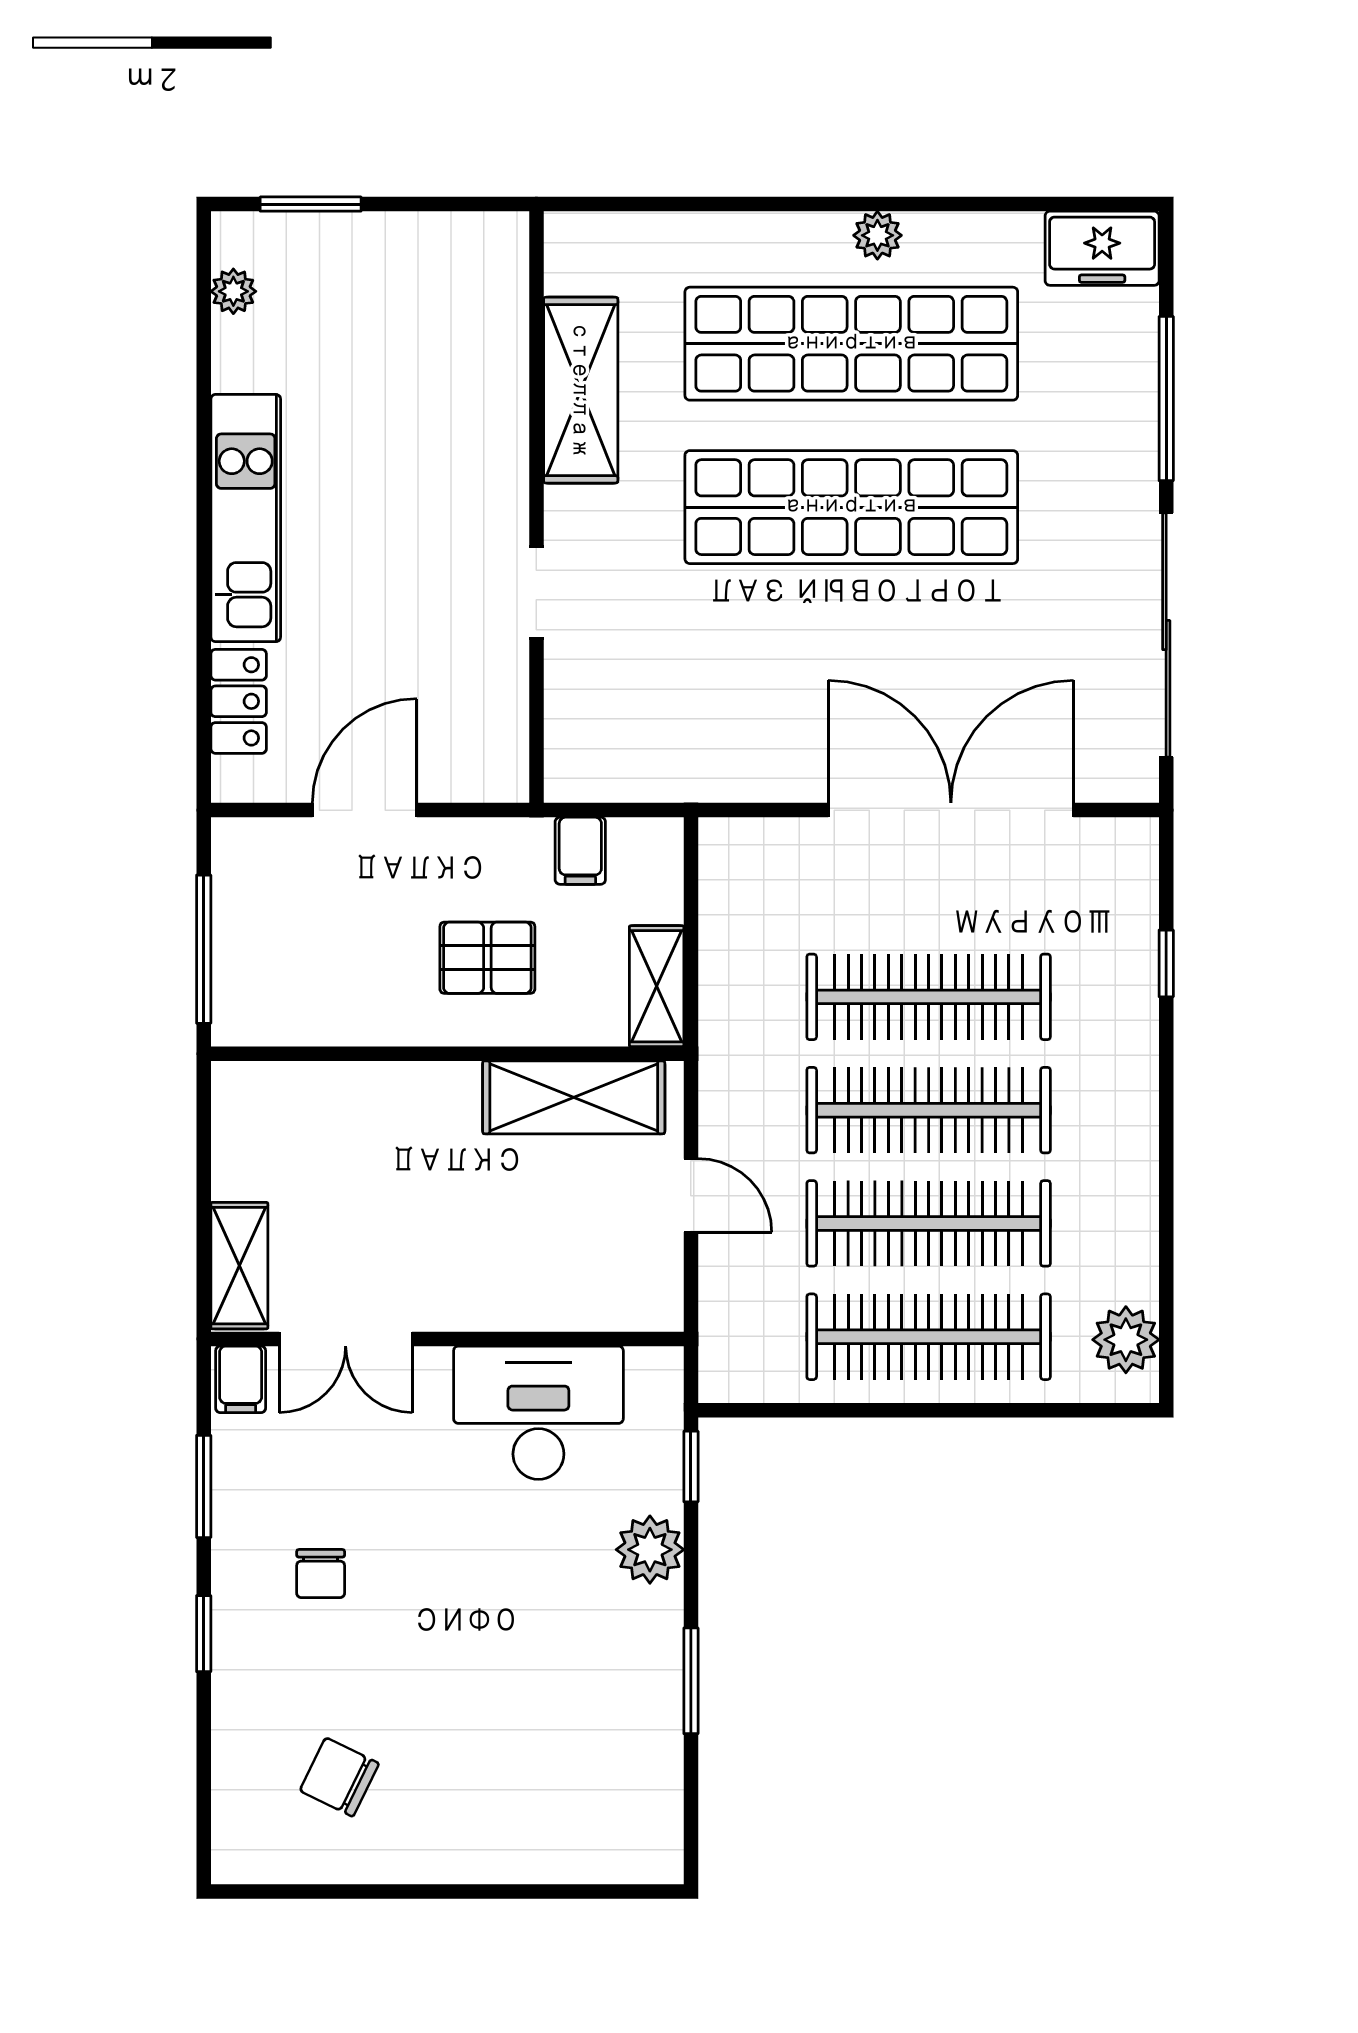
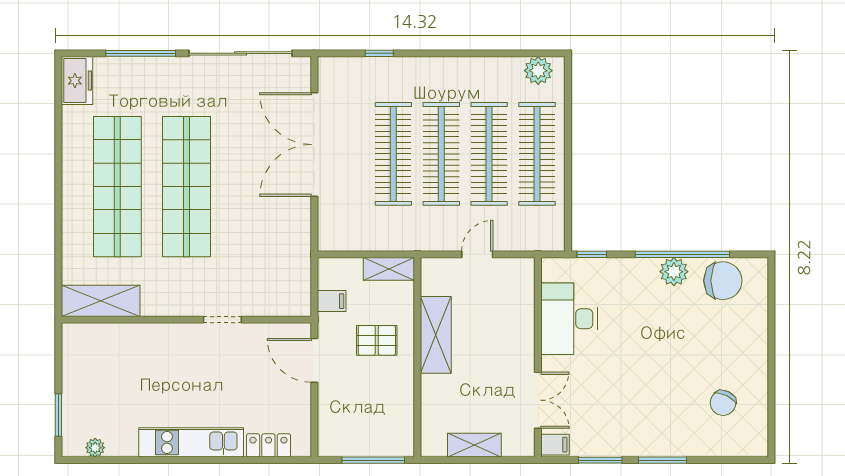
plant: (877, 235) -> (72, 175), removed
shelving: (581, 390) -> (101, 301), moved
door: (365, 810) -> (314, 360), moved
pallet: (487, 958) -> (377, 340), turned 90
shelving: (574, 1097) -> (436, 335), moved
shelving: (239, 1266) -> (474, 445), moved
plant: (650, 1550) -> (674, 272), moved
chair: (321, 1574) -> (723, 281), moved, width x1.87, depth x1.87
window: (204, 1634) -> (662, 460), width x1.50
window: (691, 1681) -> (682, 254), width x2.11

